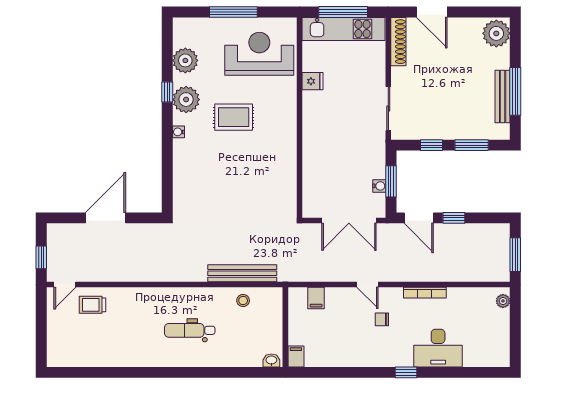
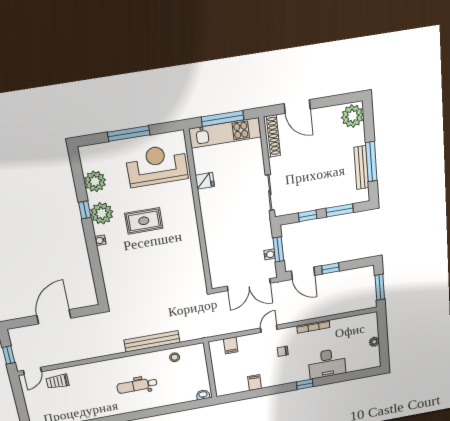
bench: (242, 273) -> (152, 341), moved
door: (367, 284) -> (269, 329), swing flipped
plant: (503, 301) -> (374, 342), moved
filing cabinet: (296, 357) -> (255, 383), moved

